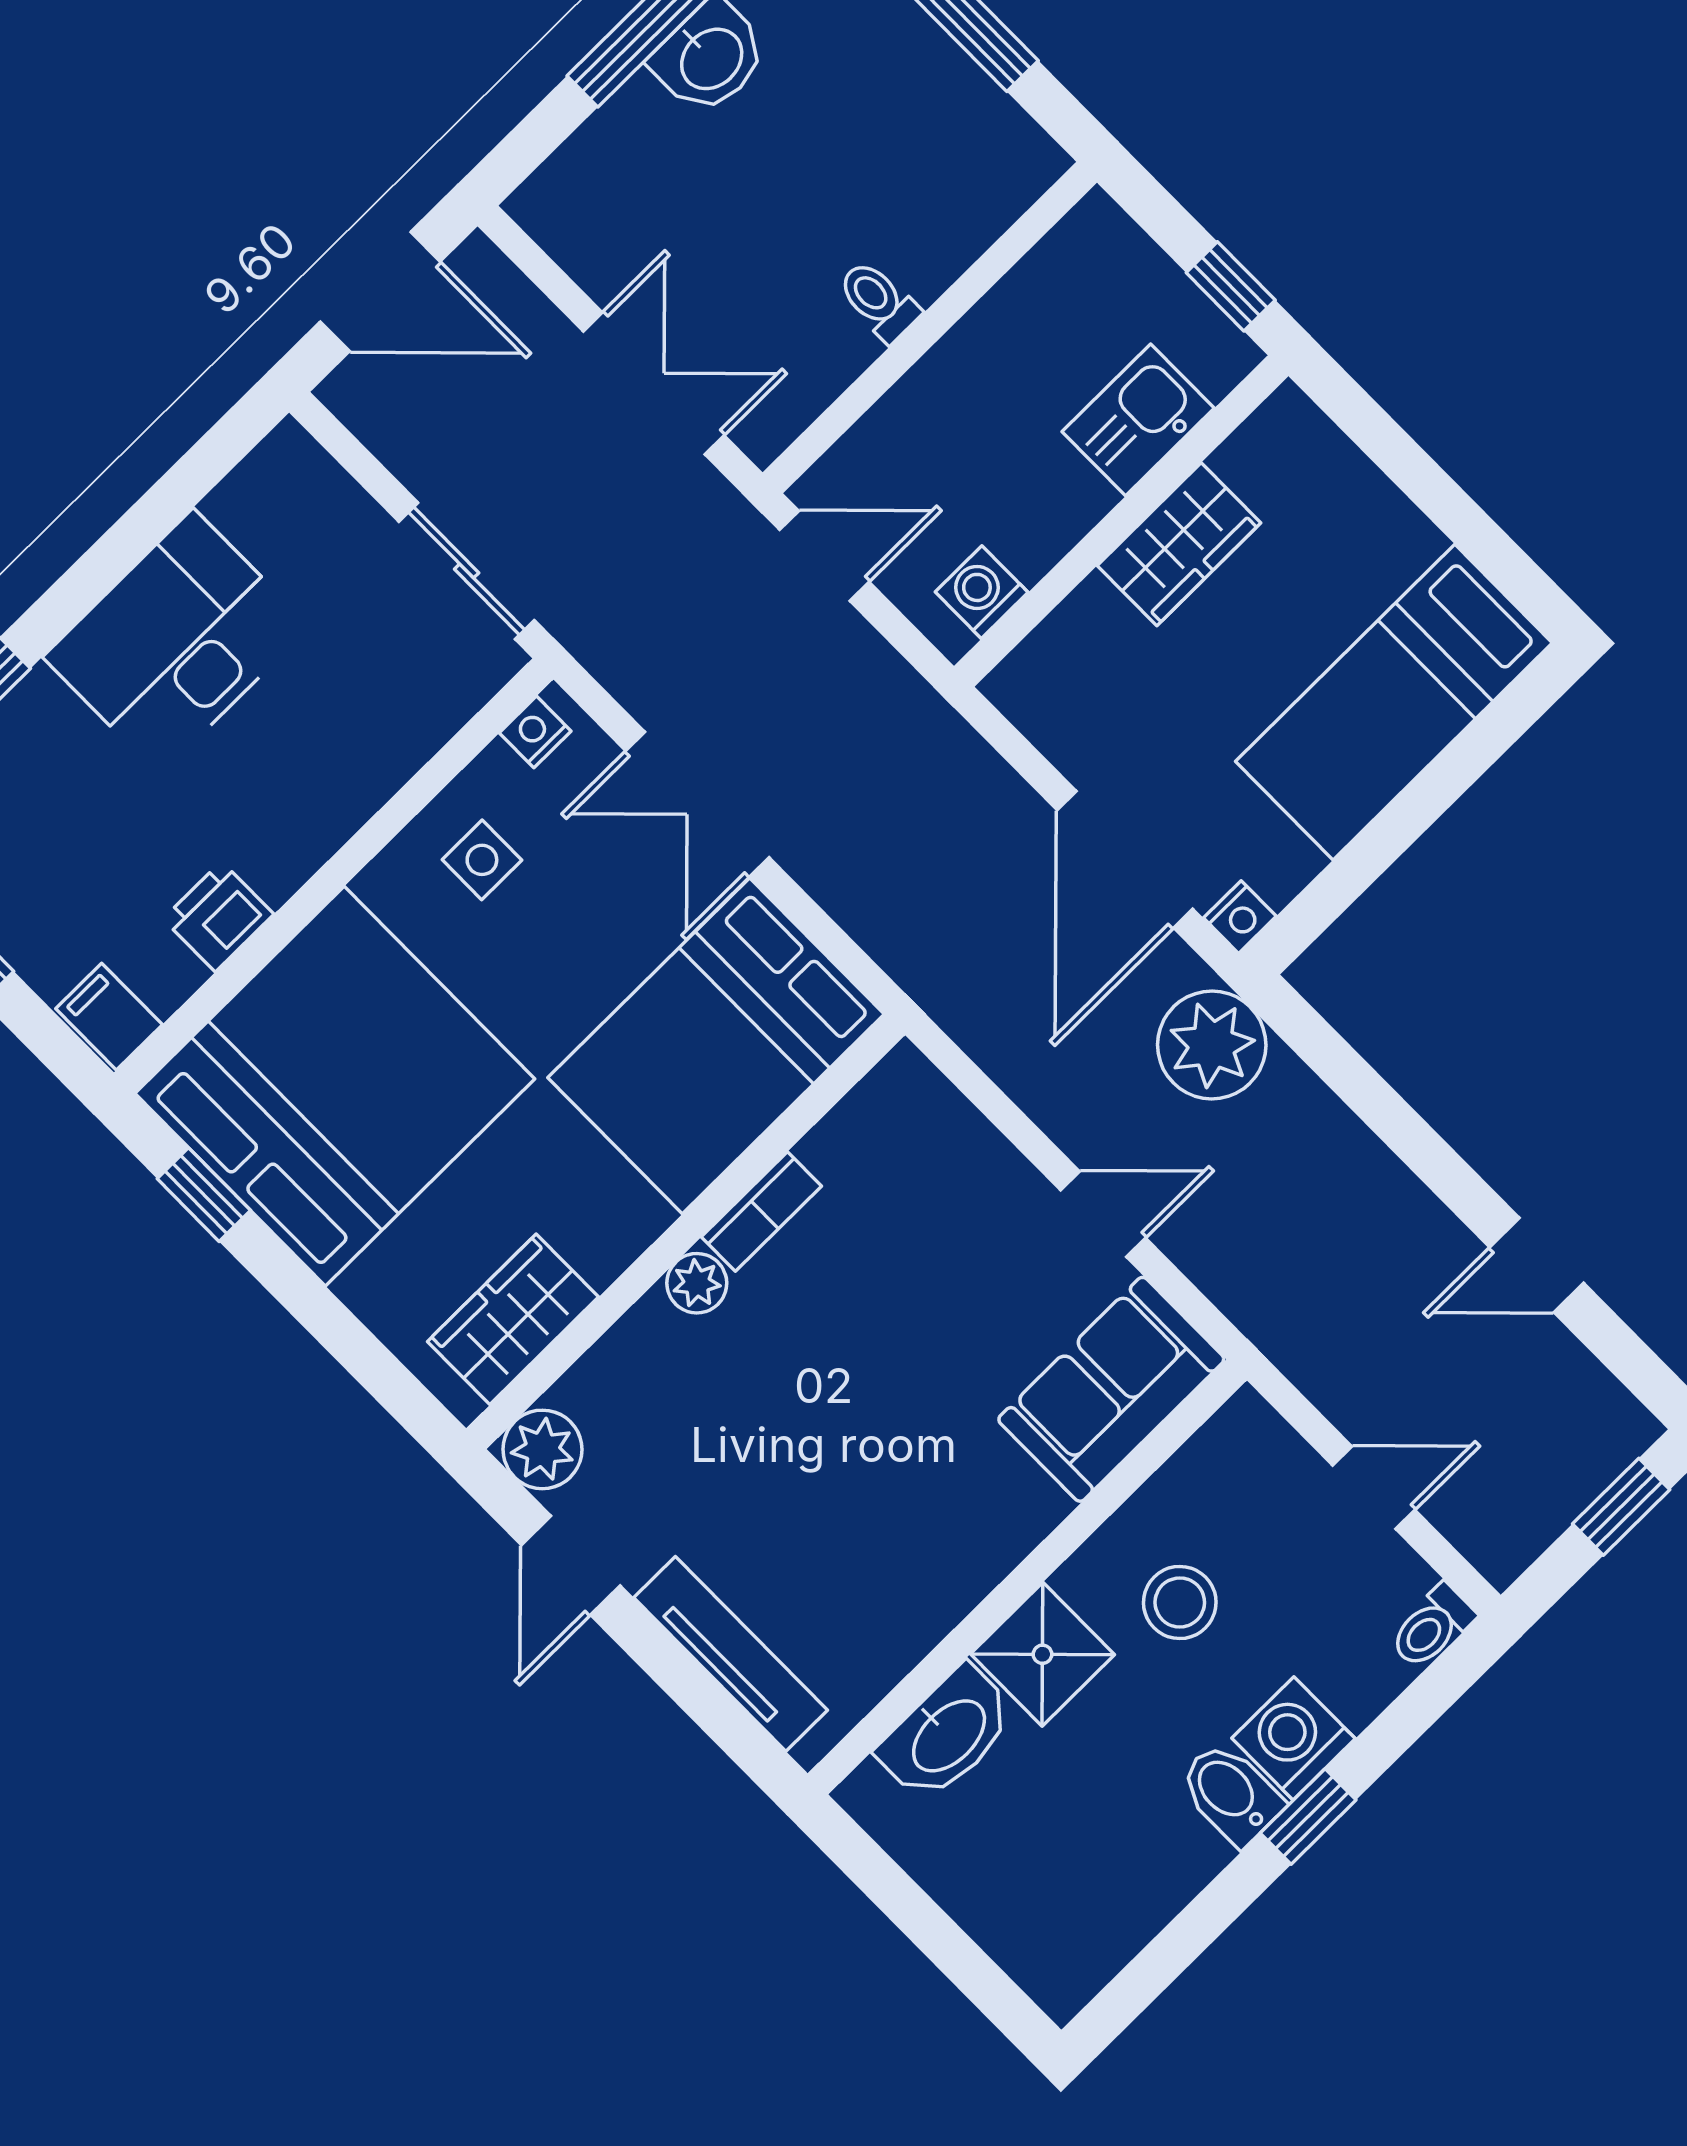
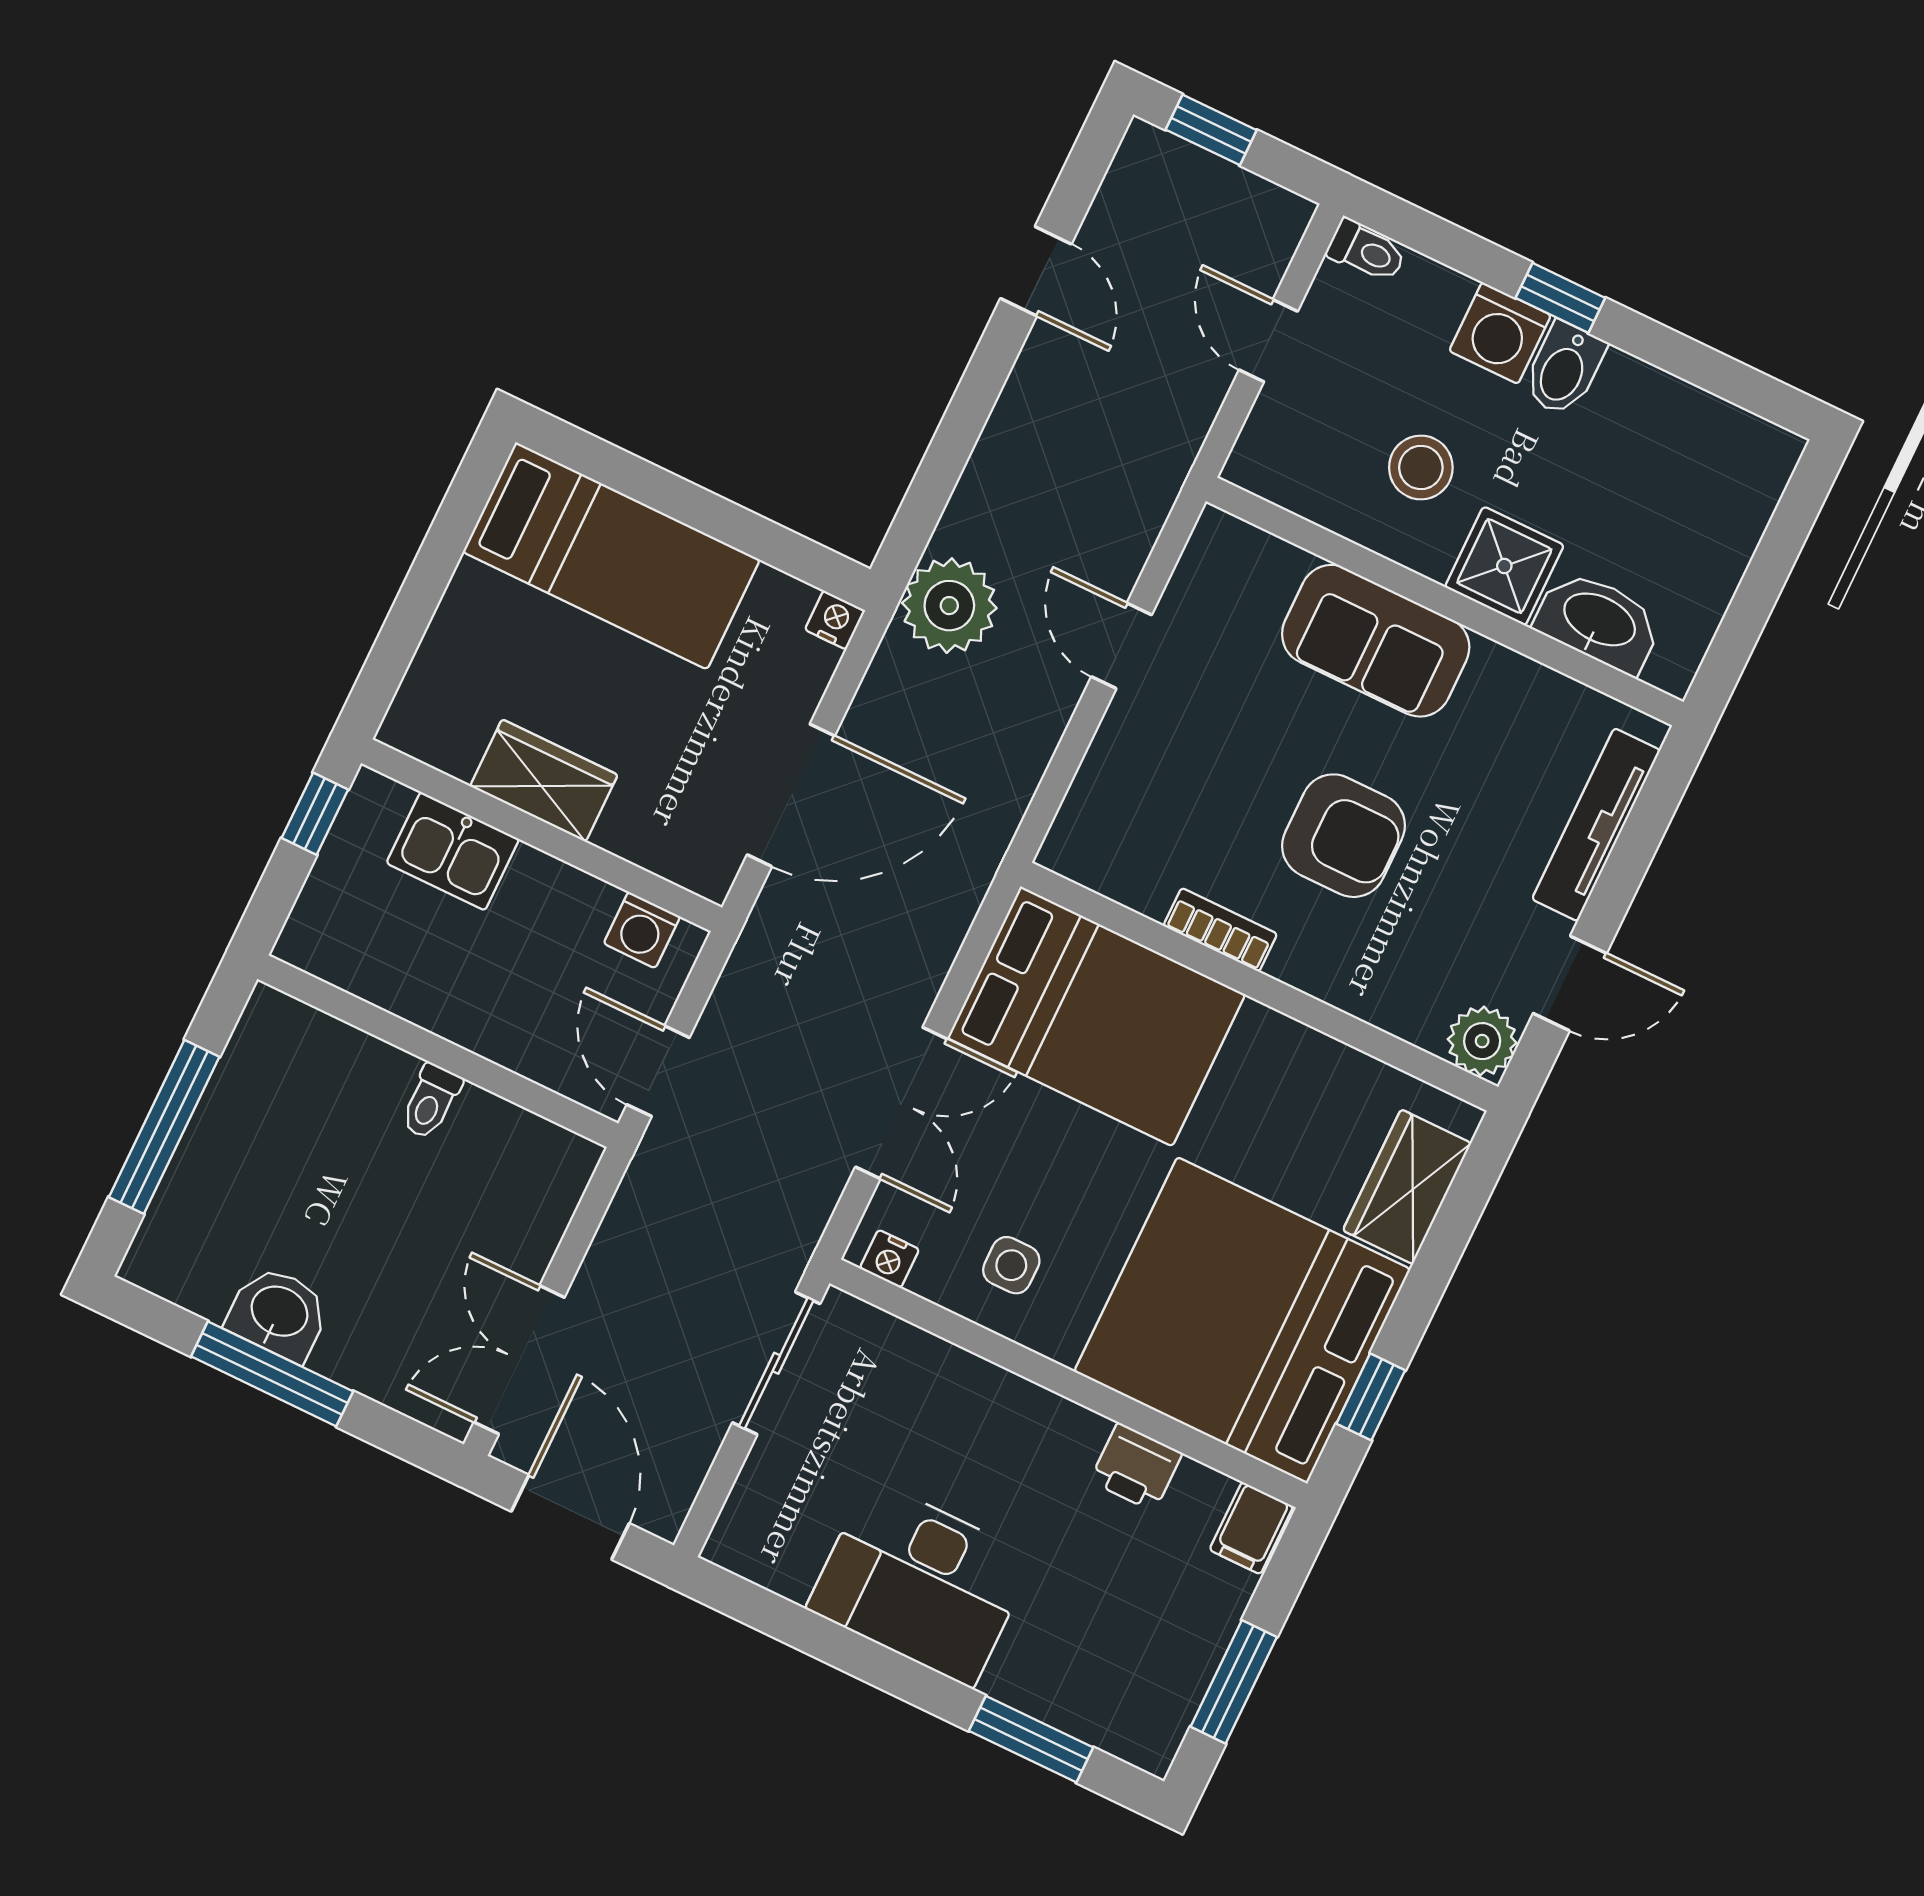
double door: (654, 383) -> (519, 1360), moved
door: (1125, 860) -> (791, 795), moved
plant: (697, 1283) -> (1299, 962), removed
wardrobe: (513, 1319) -> (1407, 1187), moved, turned 90
armchair: (815, 1379) -> (1344, 836), added
sofa: (1111, 1389) -> (1376, 641), moved

